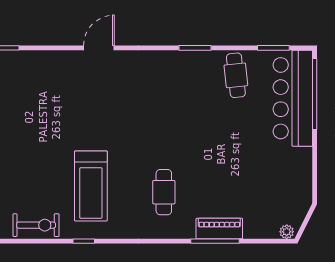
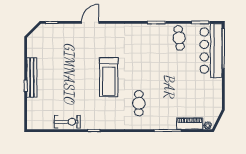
door: (99, 48) -> (90, 22), moved
treadmill: (91, 186) -> (109, 77), moved
piano: (219, 228) -> (190, 124), moved

